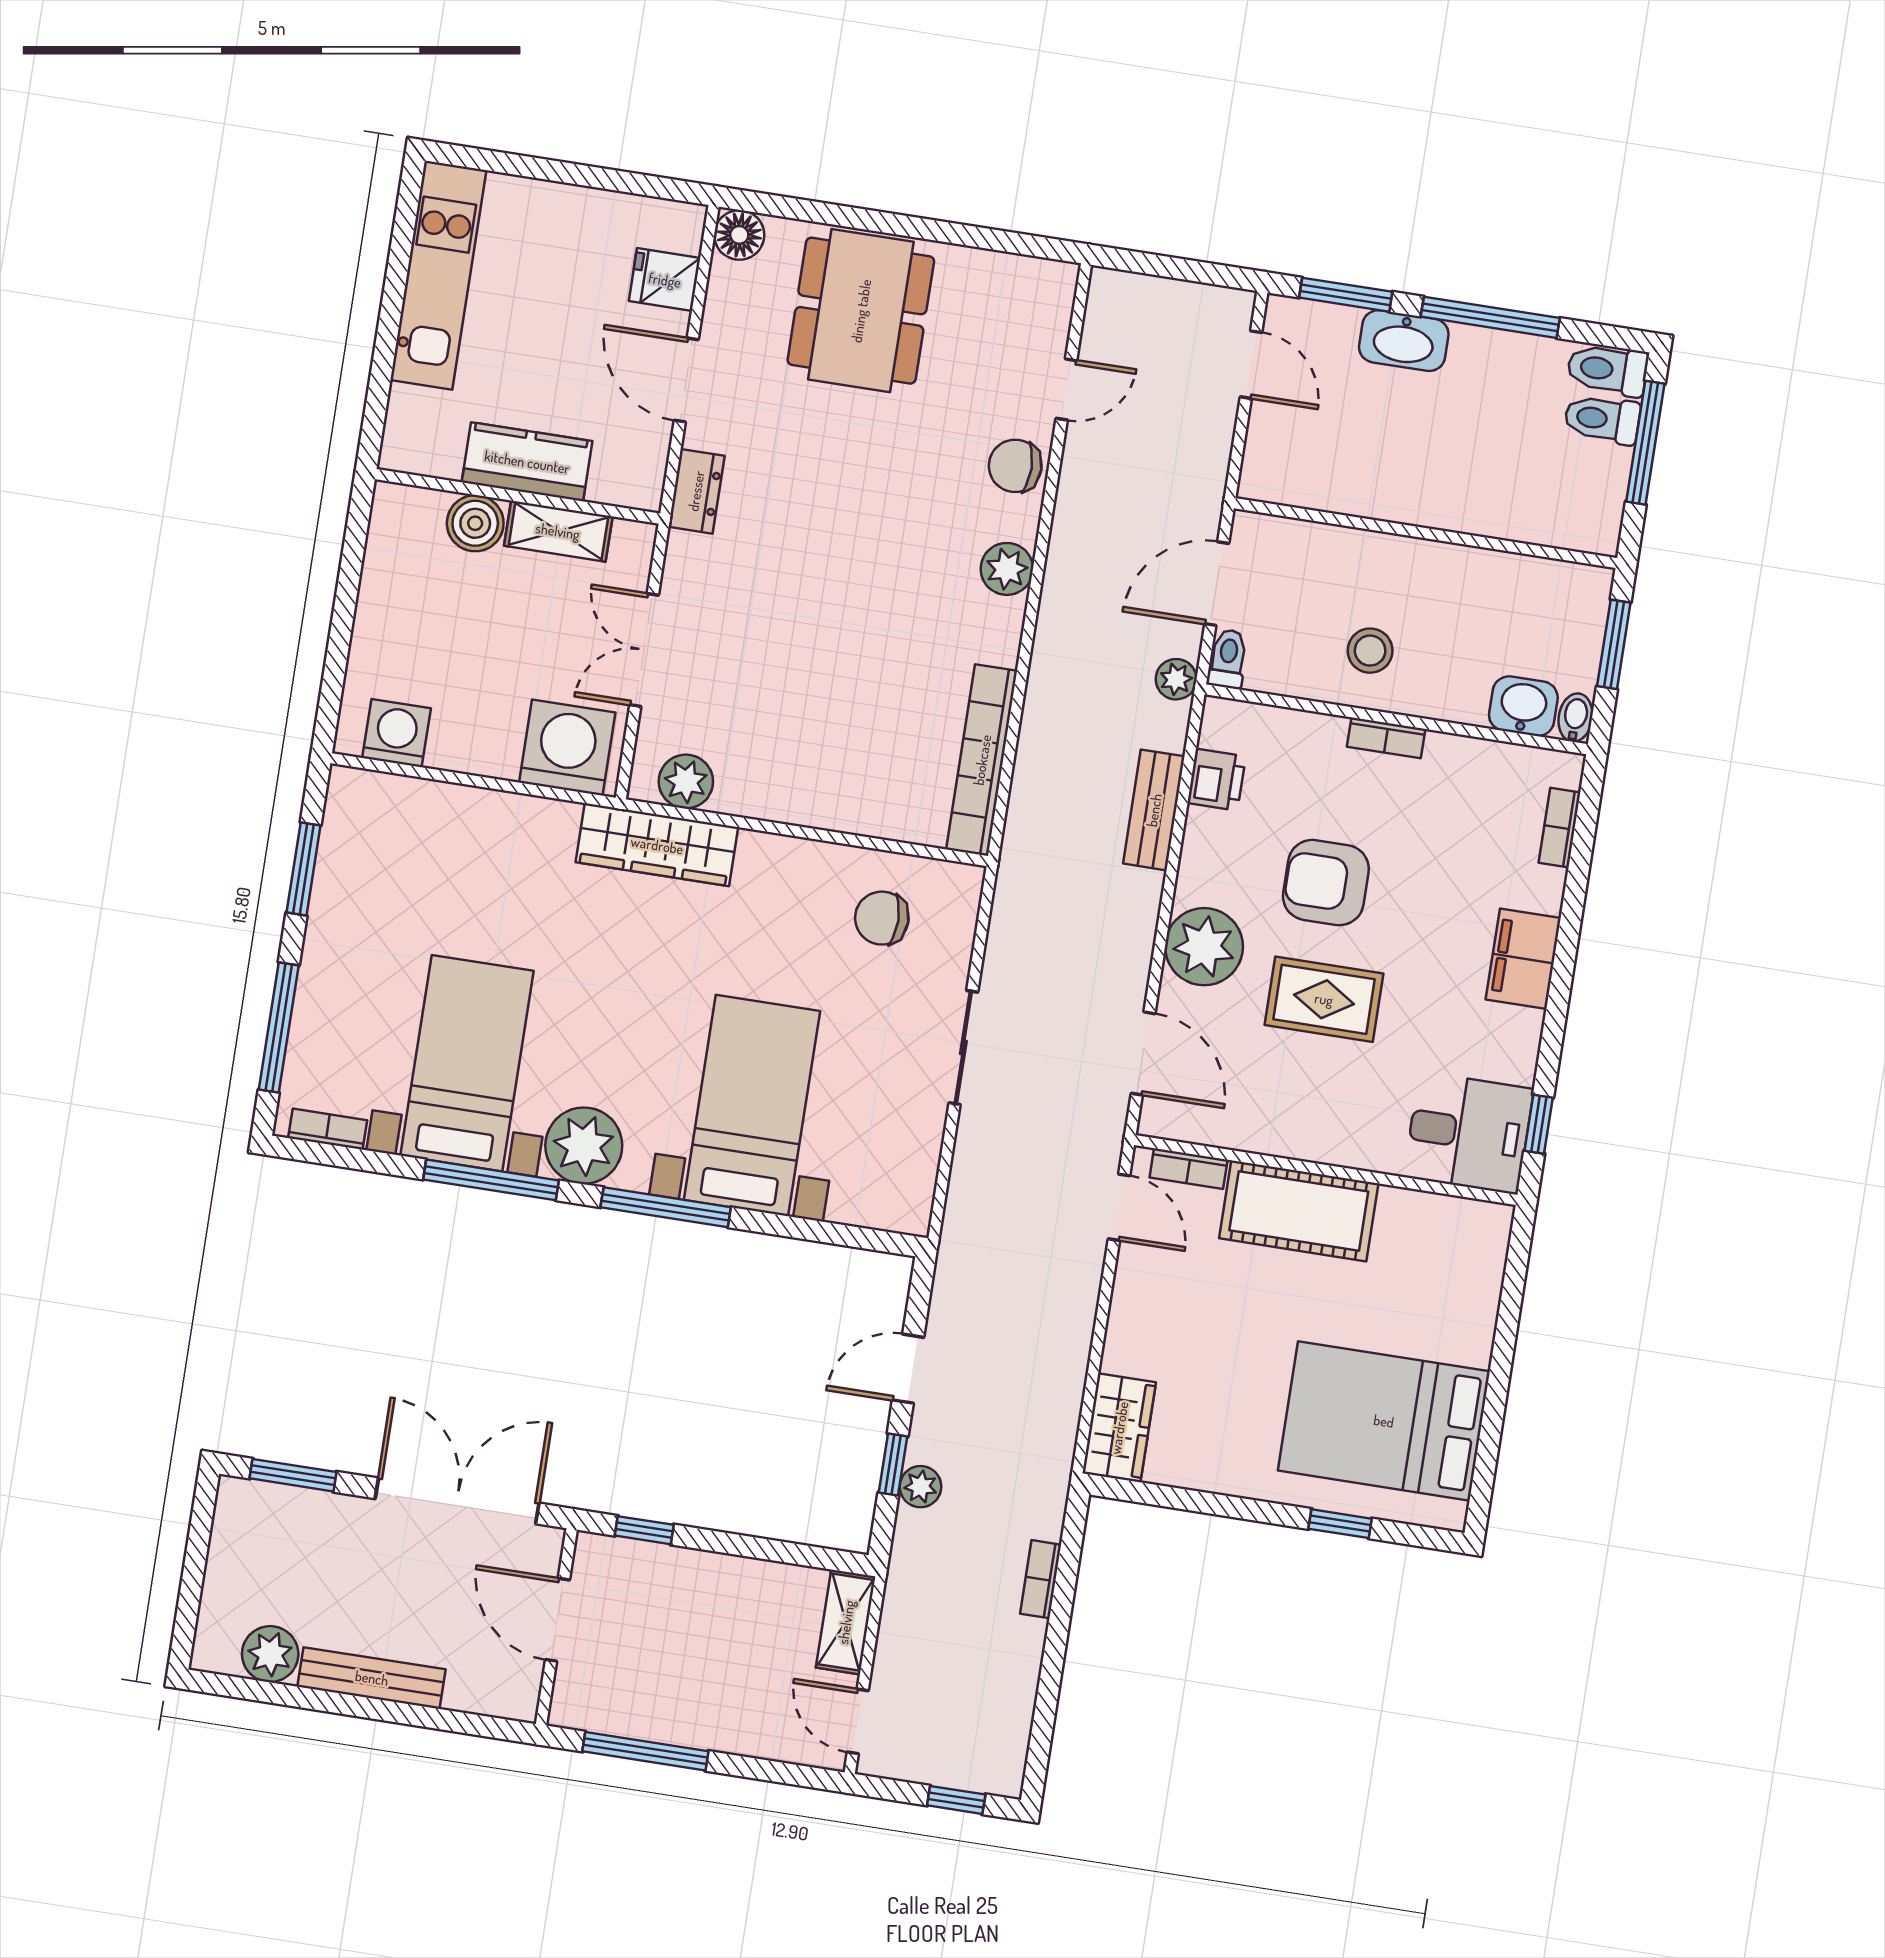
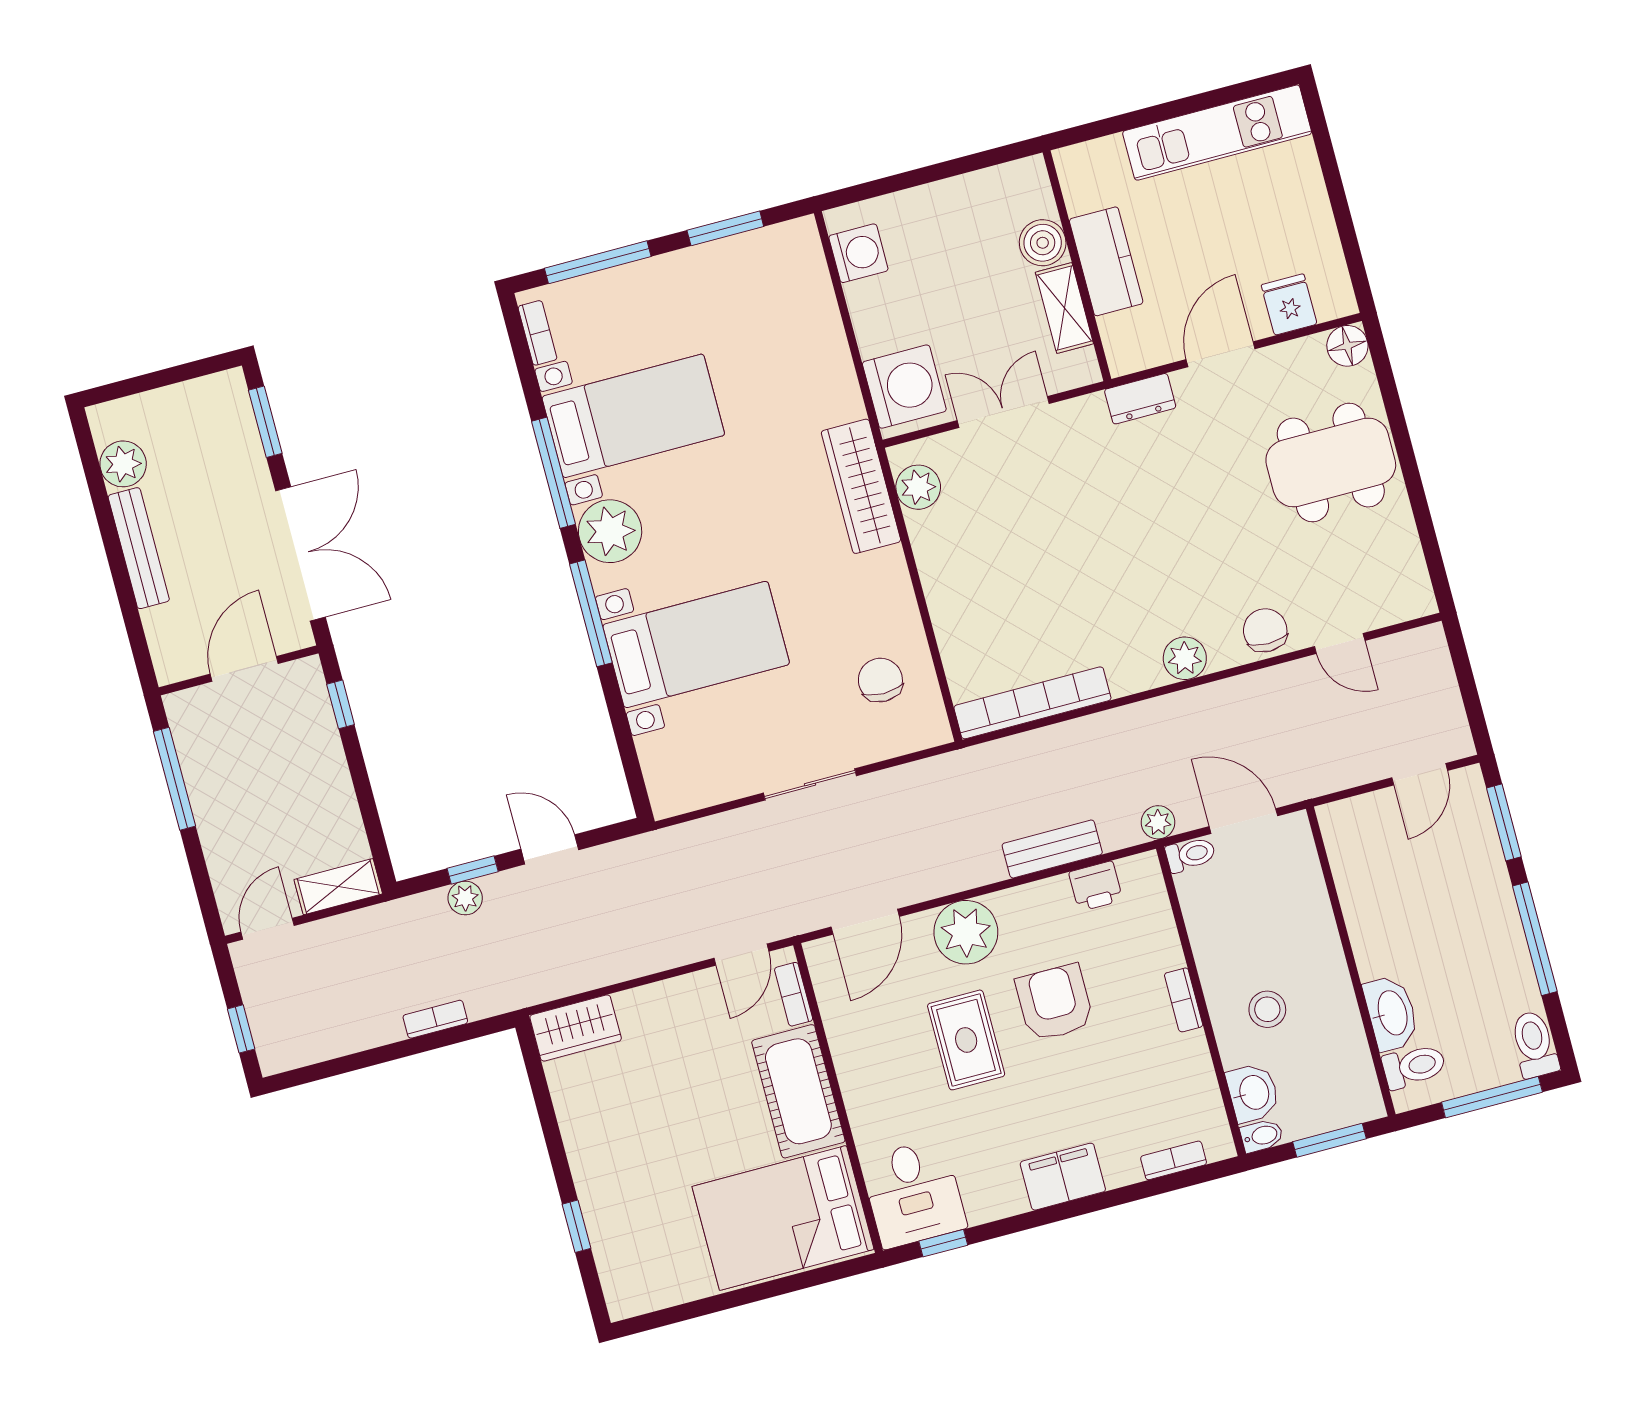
washbasin: (1404, 341) -> (1391, 1013), moved, turned 180
toilet: (1602, 419) -> (1414, 1066), moved, turned 90
stool: (1370, 651) -> (1267, 1009), moved
bed: (1384, 1421) -> (783, 1218), moved, turned -90

